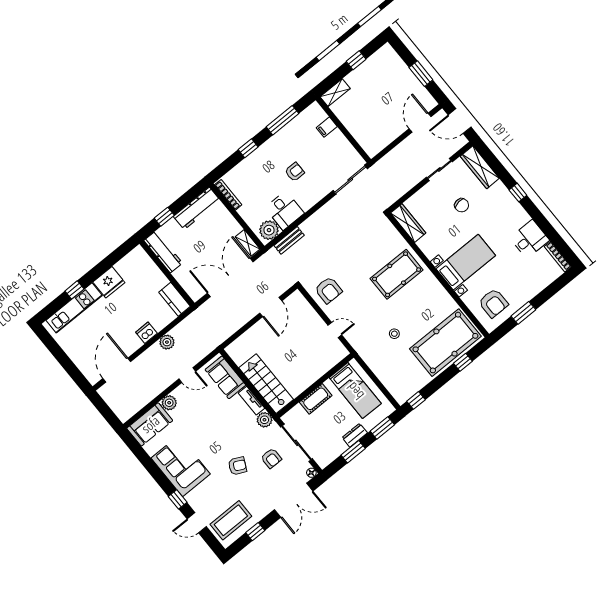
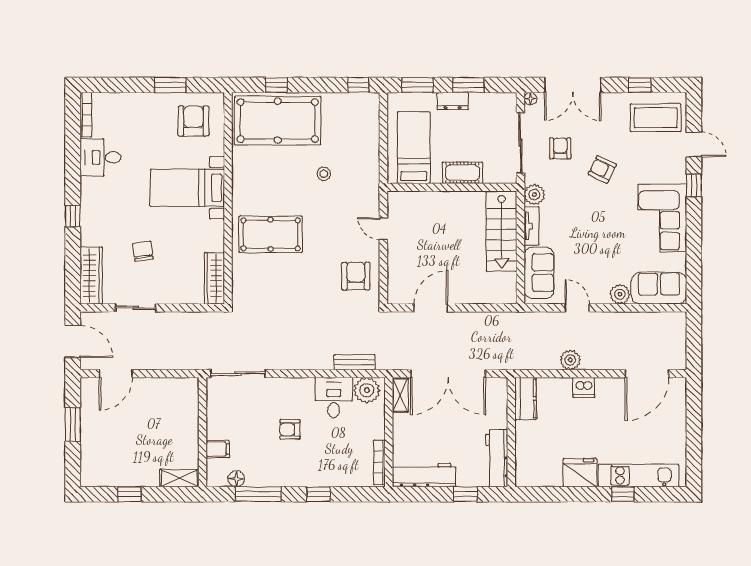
floor lamp: (302, 119) -> (236, 479), added
double door: (294, 500) -> (573, 85), swing flipped

